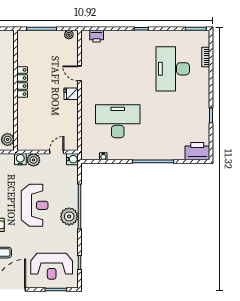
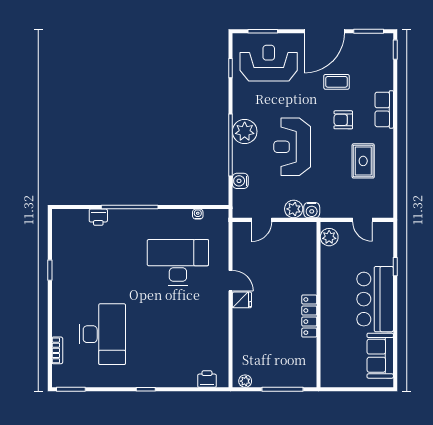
door: (79, 73) -> (231, 281), moved
desk: (118, 121) -> (178, 262), turned 180
printer: (197, 151) -> (98, 217), moved, width x0.53, depth x0.68
water cooler: (72, 159) -> (240, 181), moved

